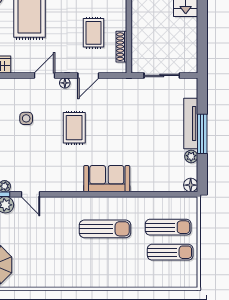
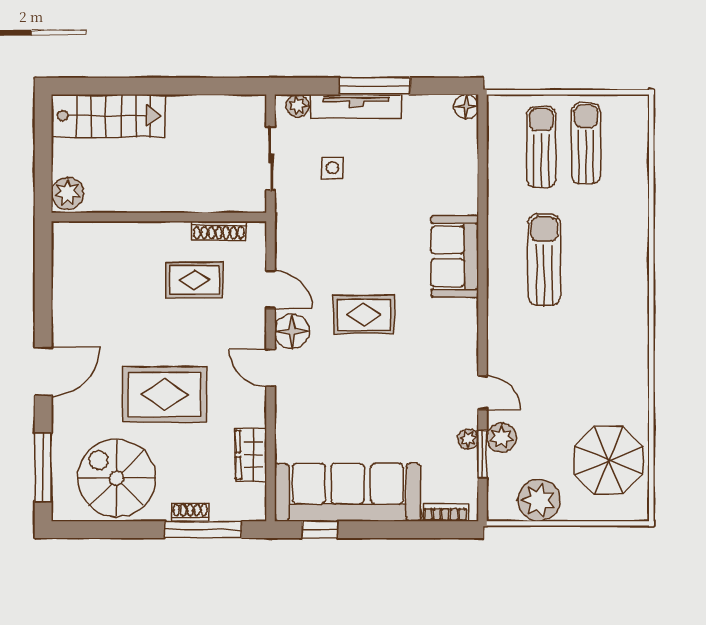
floor lamp: (65, 83) -> (292, 331), width x1.89, depth x1.89
side table: (26, 118) -> (333, 168), moved
plant: (191, 156) -> (297, 106), moved
door: (30, 194) -> (483, 393), hinge flipped

